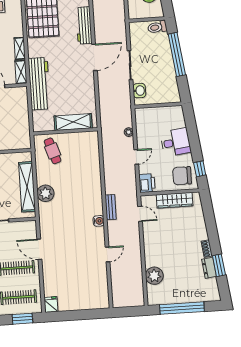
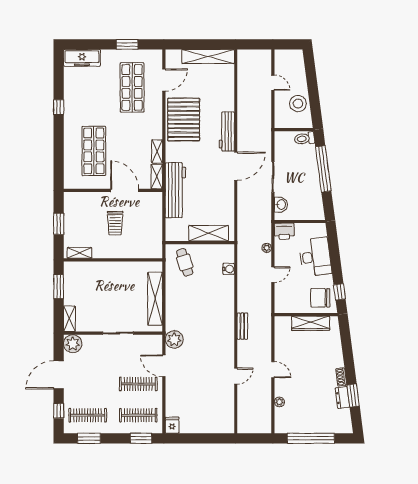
desk: (176, 142) -> (315, 257), width x1.37
printer: (147, 183) -> (284, 231), moved, turned 90
plant: (45, 193) -> (174, 339), moved
door: (140, 214) -> (273, 370), moved
water cooler: (99, 221) -> (229, 269), moved
plant: (154, 276) -> (279, 402), width x0.53, depth x0.53

